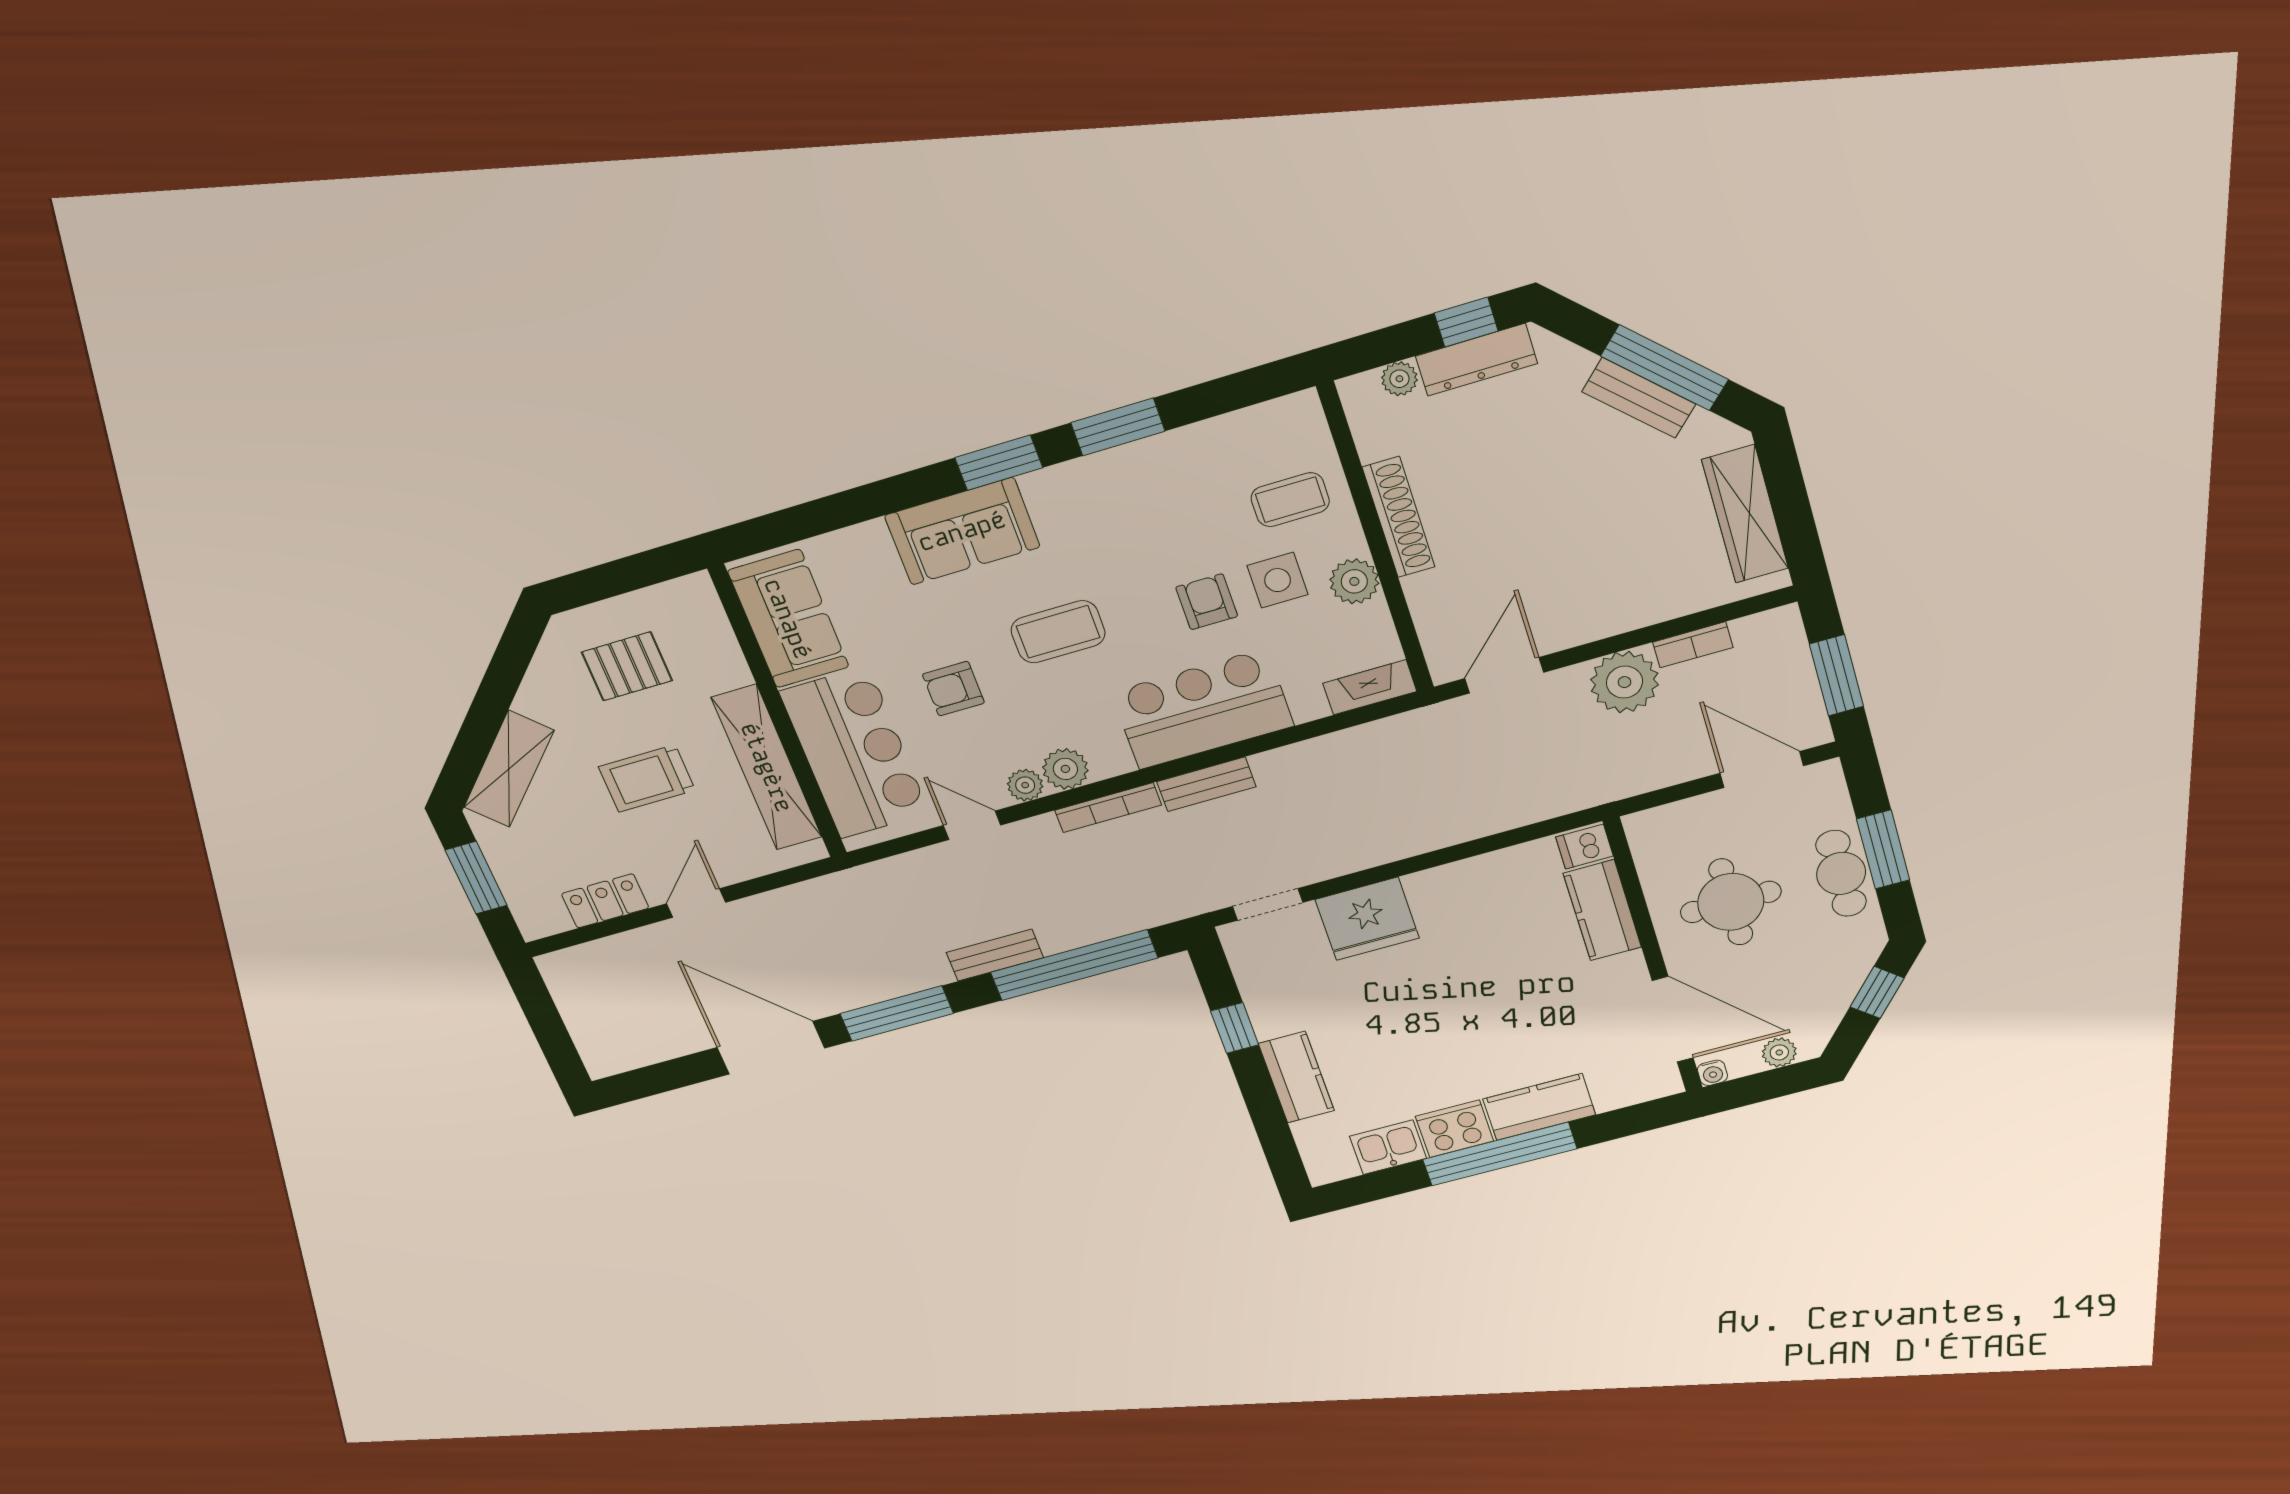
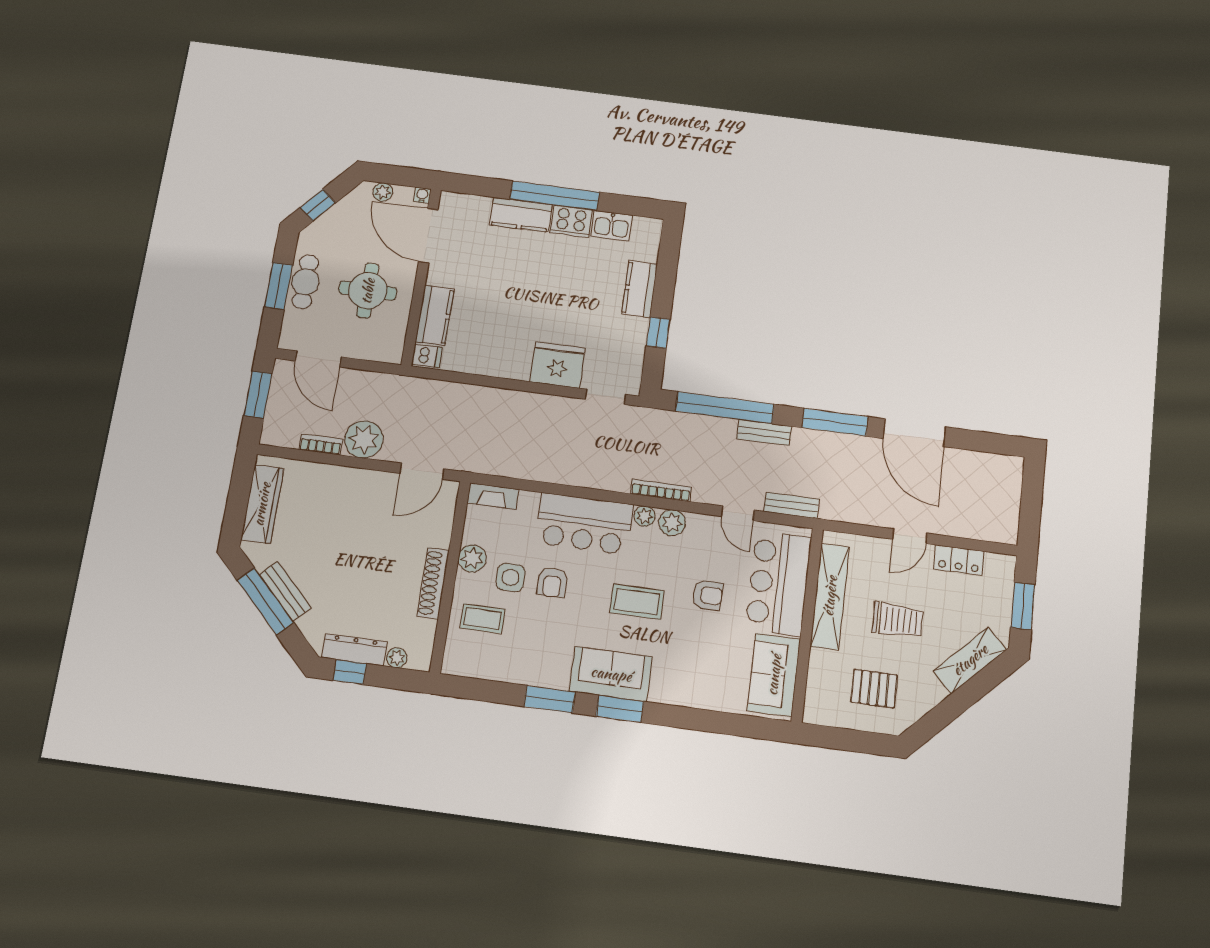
sofa: (962, 531) -> (611, 674), moved
bench: (1206, 784) -> (791, 505), moved
plant: (1025, 785) -> (645, 516), moved

